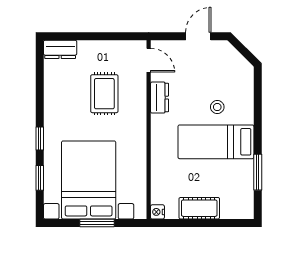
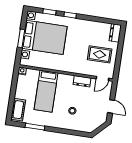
rug: (104, 94) -> (100, 54), moved
bed: (216, 142) -> (46, 91), moved, turned 180
cot: (199, 208) -> (18, 110), moved

